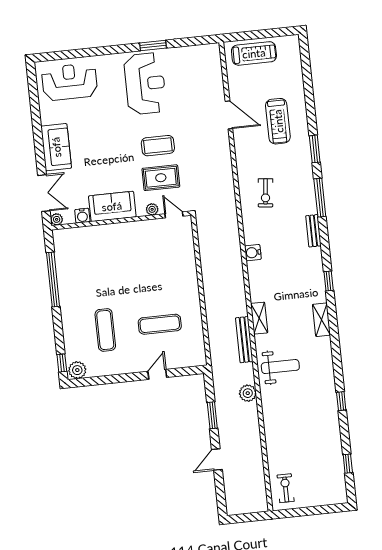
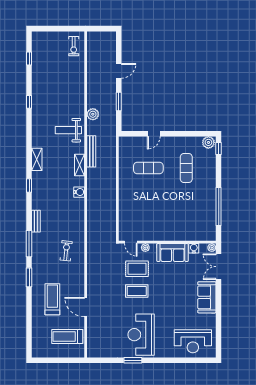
treadmill: (254, 53) -> (67, 336), moved
water cooler: (253, 253) -> (79, 192), moved

